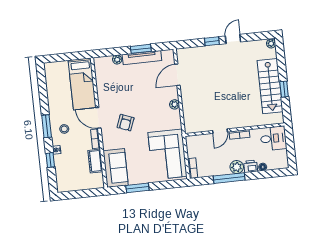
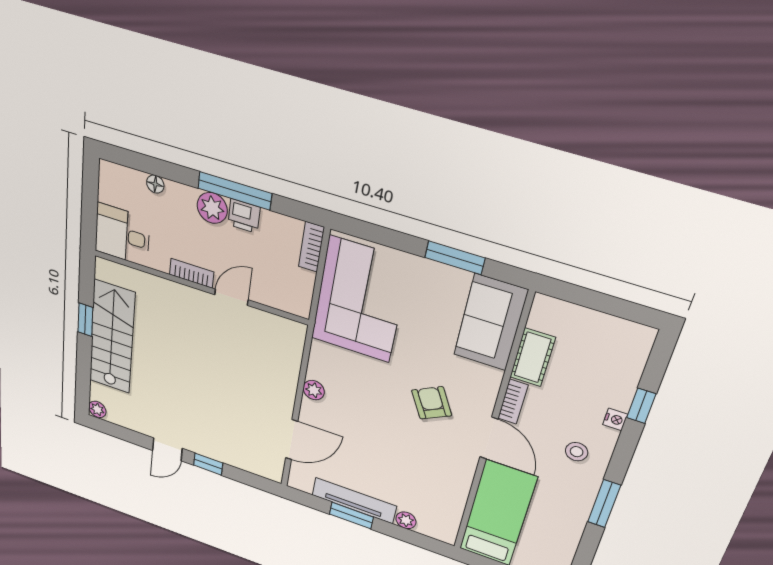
armchair: (126, 123) -> (432, 403), turned -49
window: (47, 126) -> (604, 504), moved
printer: (251, 166) -> (244, 216), moved

